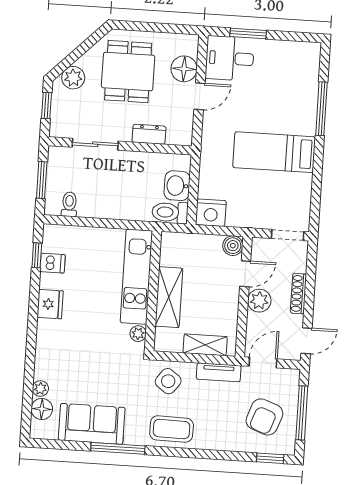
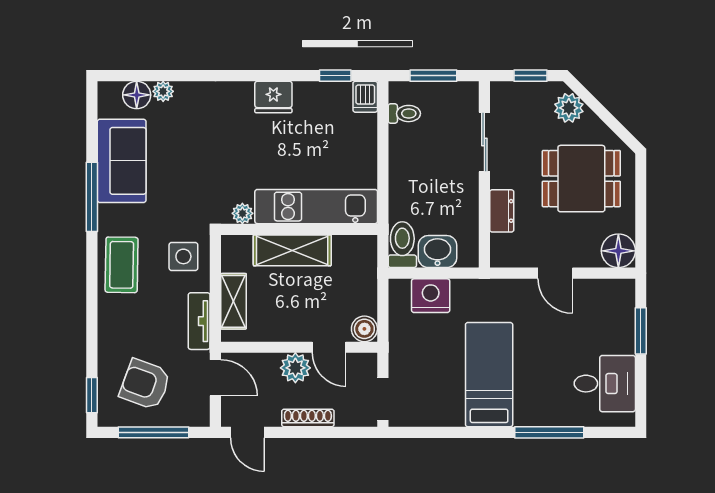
desk: (230, 58) -> (605, 384), moved, turned 90
floor lamp: (184, 69) -> (618, 251), moved
nightstand: (211, 213) -> (431, 296), moved, turned 90
dishwasher: (53, 263) -> (365, 97), moved
side table: (168, 381) -> (183, 256), turned -37

